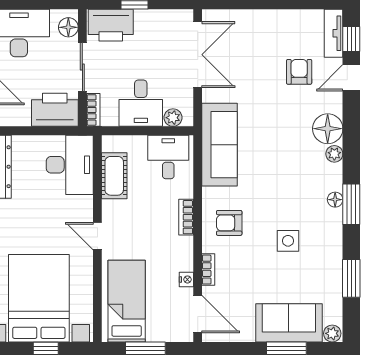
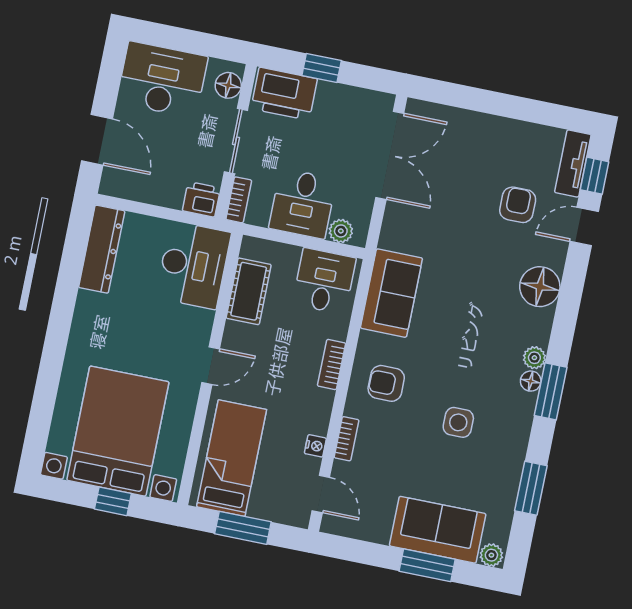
printer: (55, 110) -> (201, 199), width x0.53, depth x0.68
sofa: (220, 145) -> (391, 293), width x0.73
plant: (334, 154) -> (534, 358), moved
door: (97, 236) -> (211, 366), swing flipped
door: (198, 314) -> (321, 494), width x0.73

